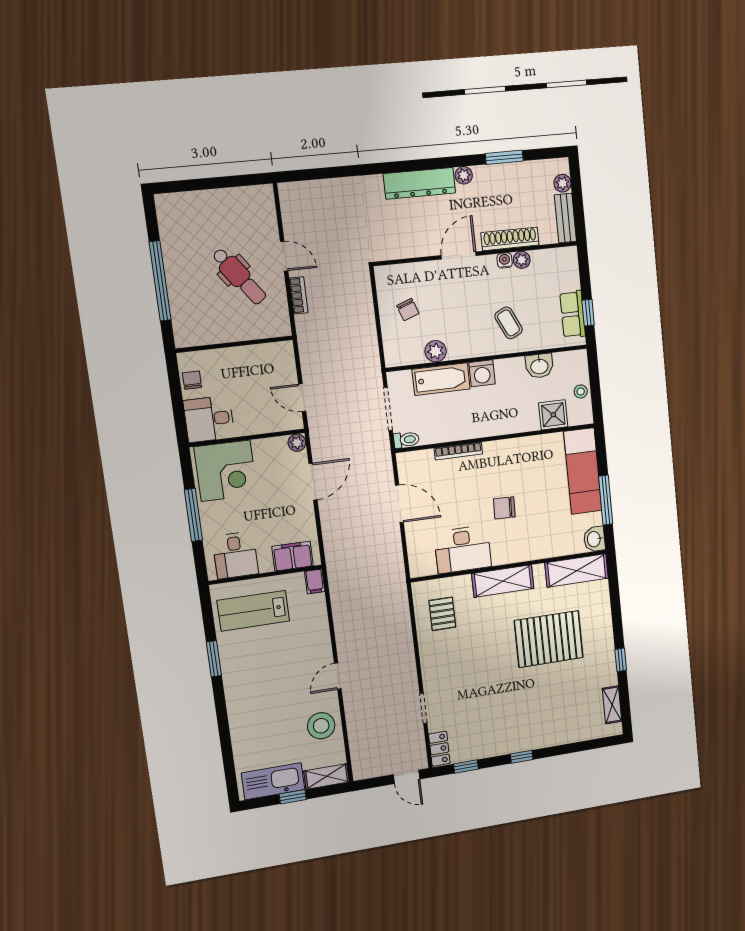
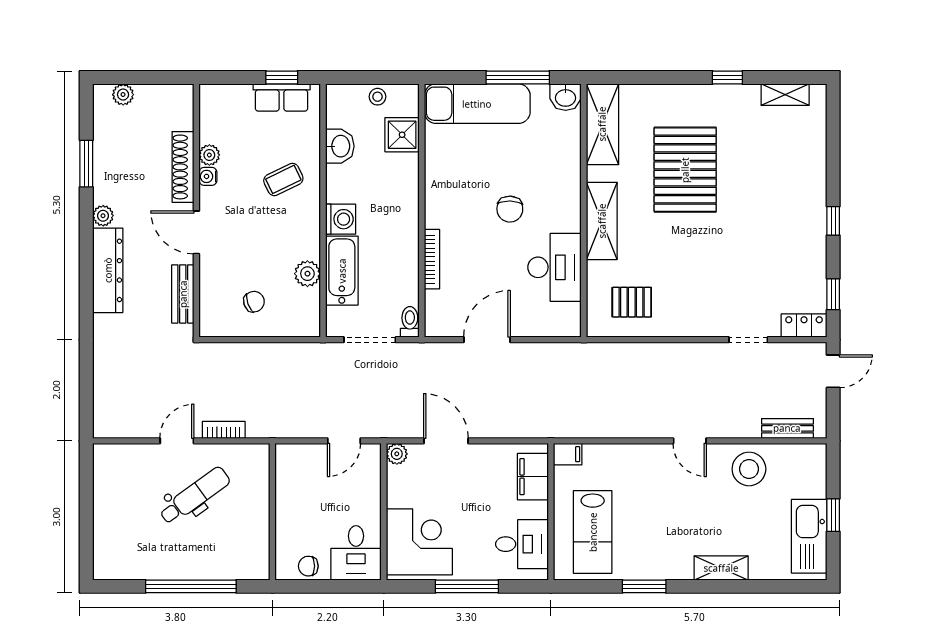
bench: (565, 218) -> (183, 294), moved, turned 90
bench: (357, 750) -> (787, 428), added
shelving: (327, 776) -> (721, 568), moved, turned 90

